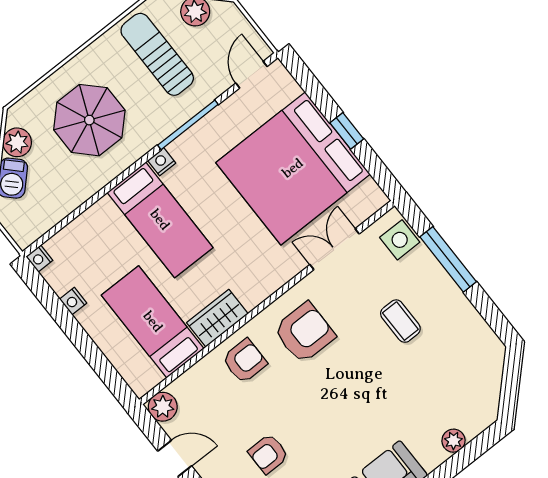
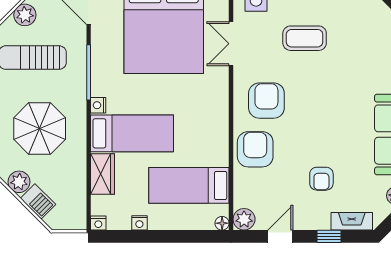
wardrobe: (217, 318) -> (103, 174), moved, turned 180
coffee table: (400, 321) -> (305, 38), width x1.36, depth x1.30
armchair: (245, 361) -> (255, 149), width x1.38, depth x1.38
floor lamp: (141, 387) -> (222, 223), added

